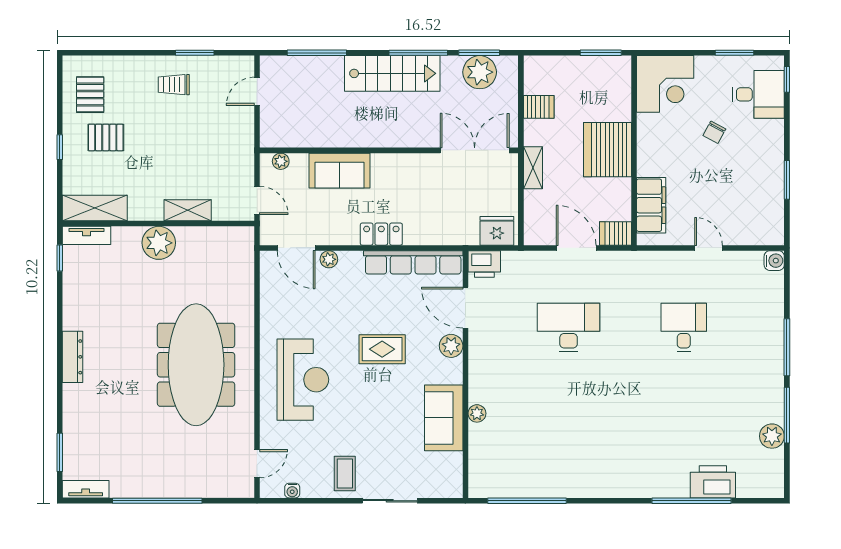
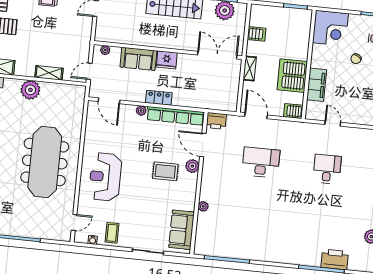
server rack: (607, 150) -> (292, 76), moved
door: (257, 201) -> (89, 71), swing flipped
filing cabinet: (651, 205) -> (317, 85), moved
fridge: (497, 231) -> (167, 60), moved, turned 180
door: (576, 248) -> (256, 116), moved
door: (709, 248) -> (333, 123), moved
plant: (329, 259) -> (141, 111), moved
rug: (382, 349) -> (165, 171), moved
reception desk: (303, 380) -> (105, 177), turned 180
sofa: (444, 418) -> (182, 230), moved
coffee table: (345, 474) -> (112, 233), moved

